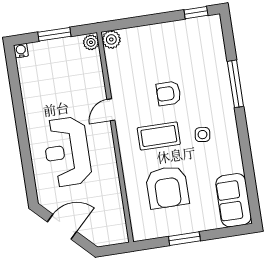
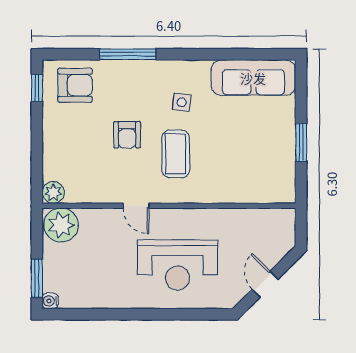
window: (54, 34) -> (37, 278), moved
plant: (91, 42) -> (61, 225), width x1.88, depth x1.88
armchair: (167, 187) -> (75, 85), moved, width x0.73, depth x0.73
sofa: (233, 200) -> (253, 78), width x1.36
door: (62, 227) -> (265, 284), width x0.73

